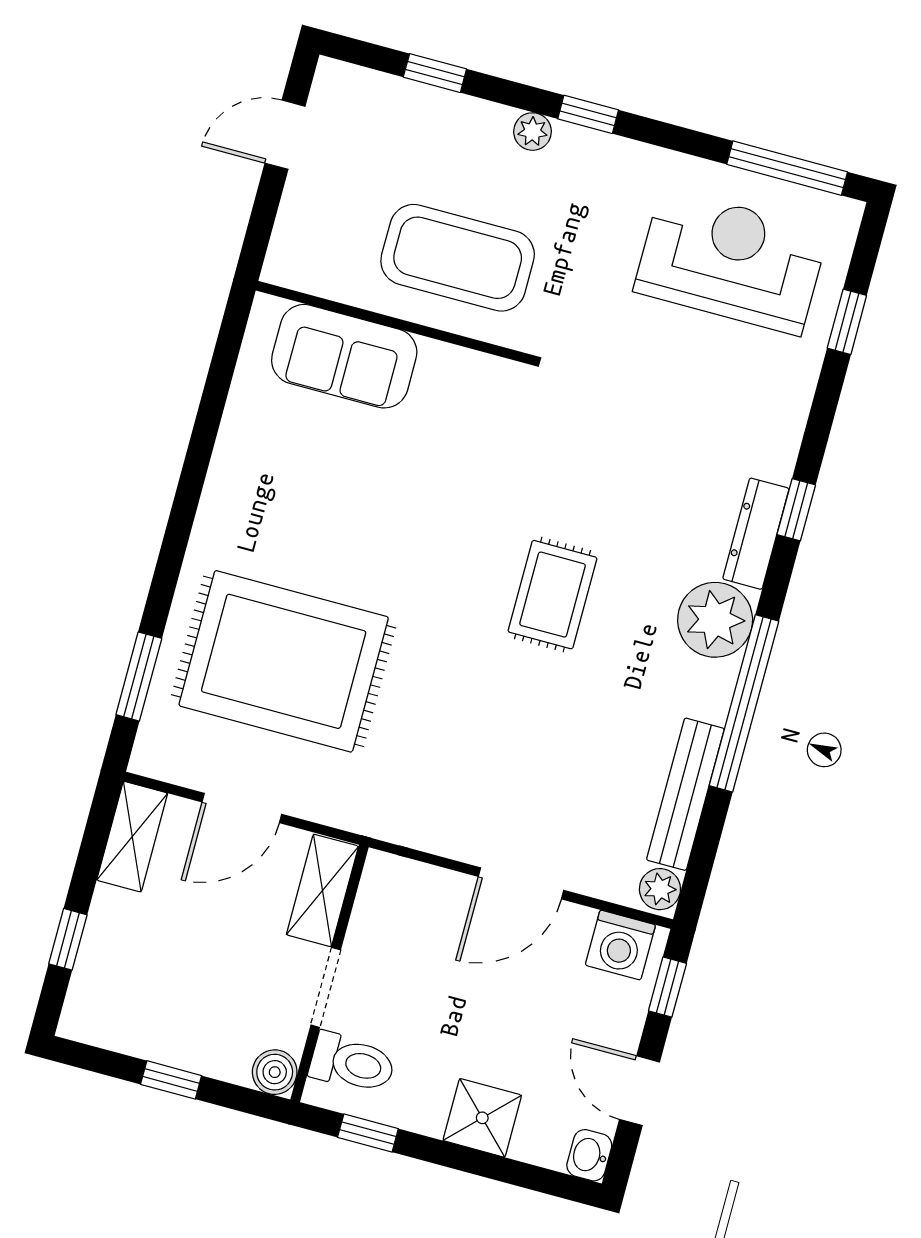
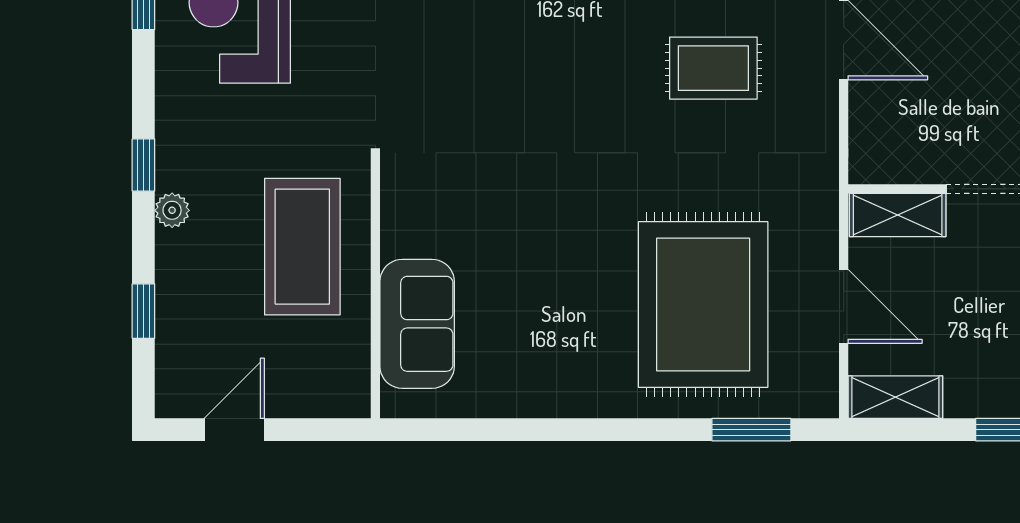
door: (285, 135) -> (234, 430), swing flipped
rug: (552, 595) -> (713, 68), moved

